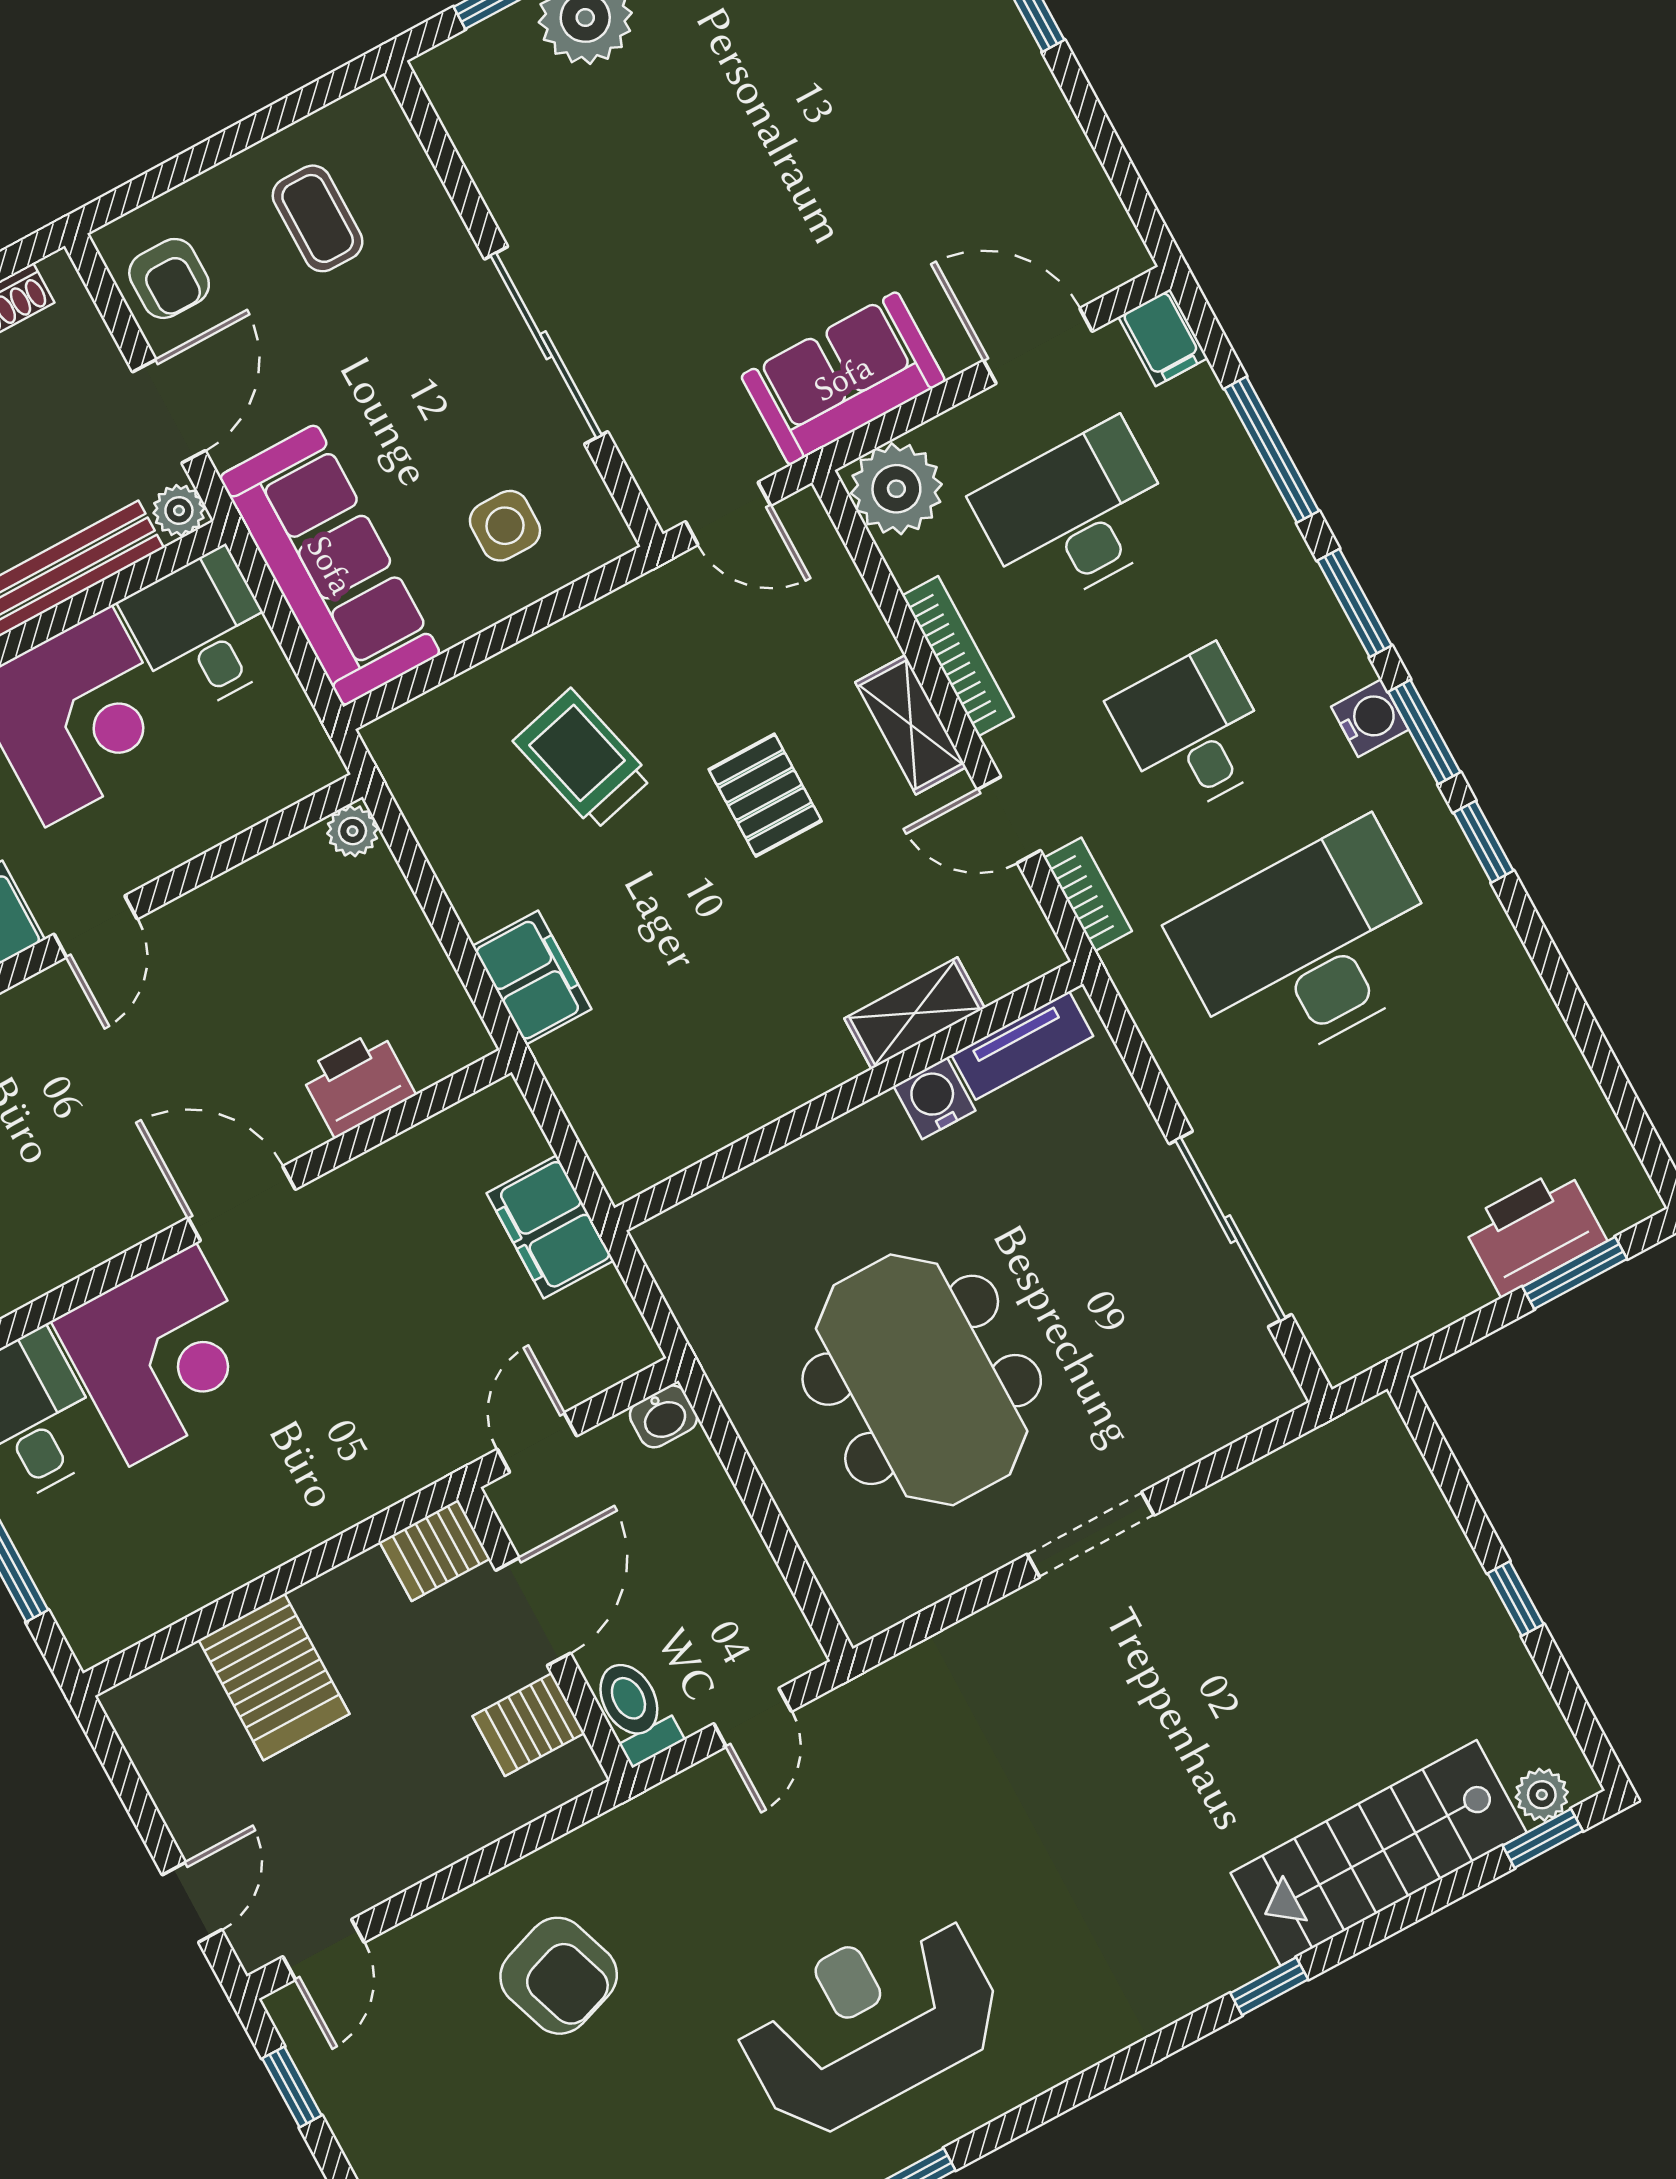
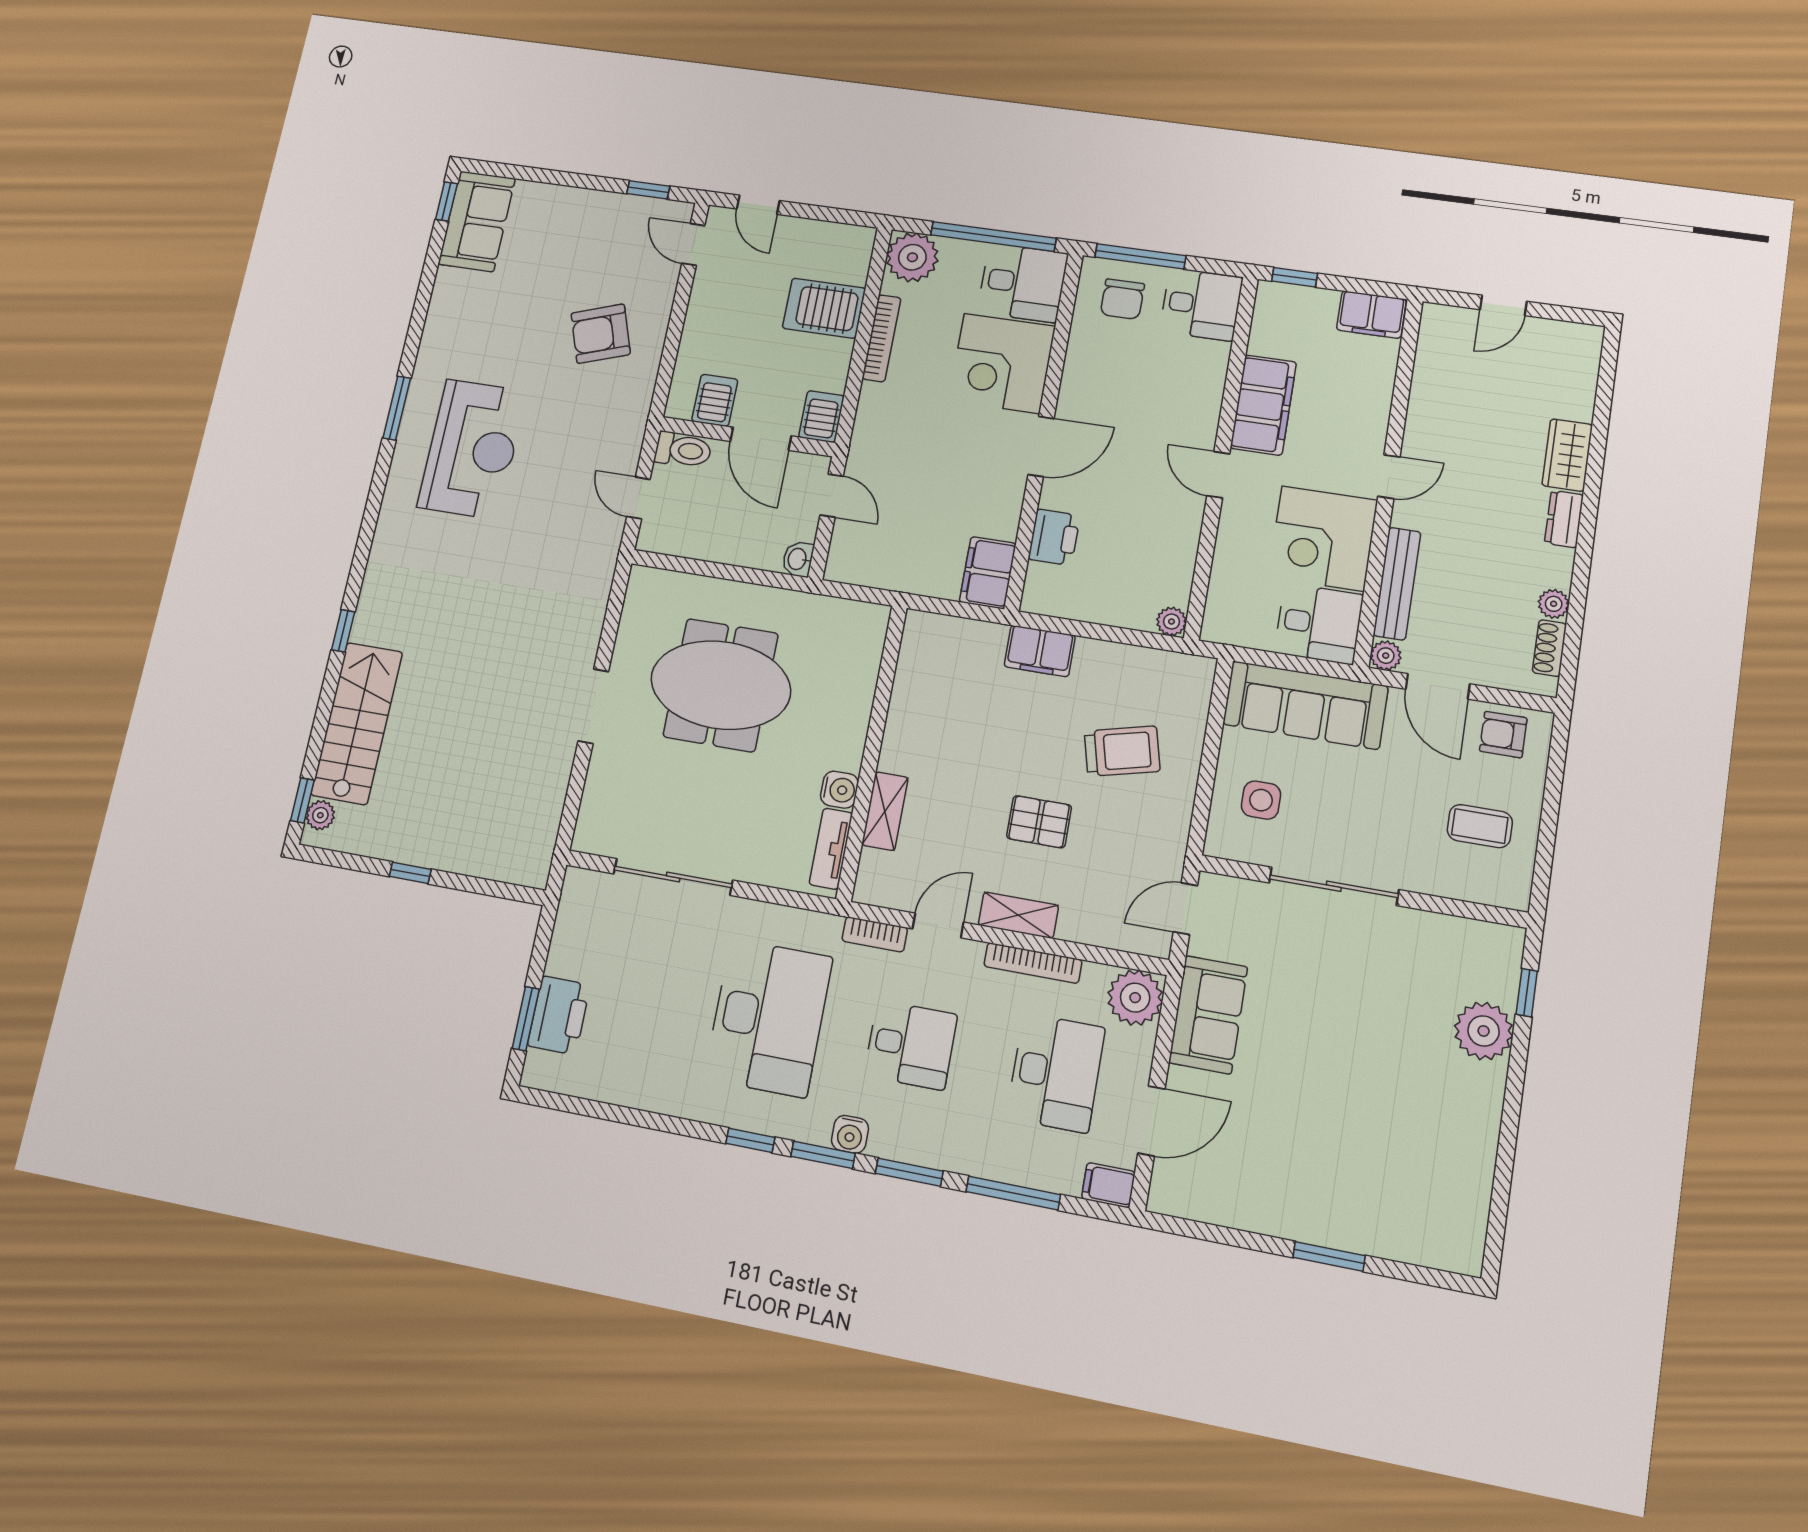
filing cabinet: (550, 1227) -> (988, 573), moved, turned -90
bookcase: (255, 1557) -> (882, 338), added
plant: (102, 1609) -> (912, 257), added

